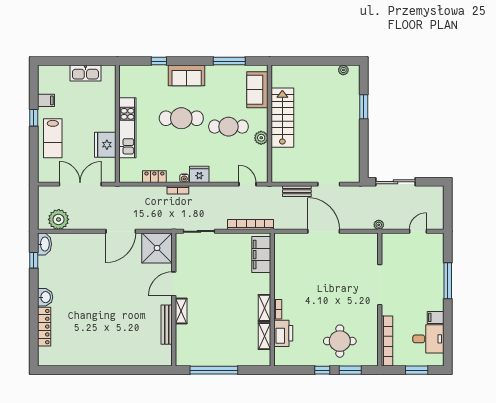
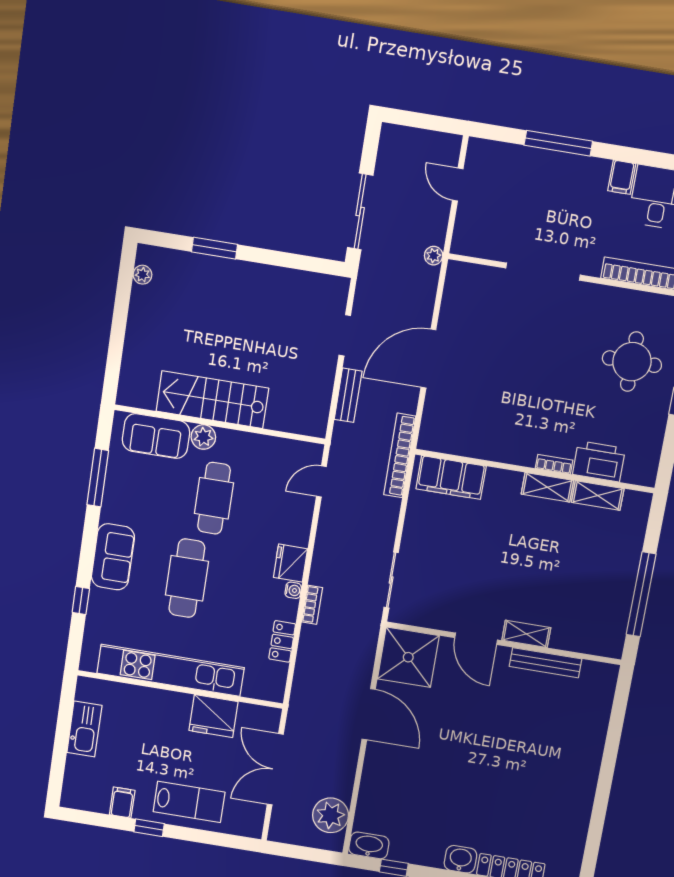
kitchen unit: (127, 128) -> (171, 670), width x1.36
plant: (261, 138) -> (203, 437), moved
bookcase: (251, 225) -> (400, 455), moved

